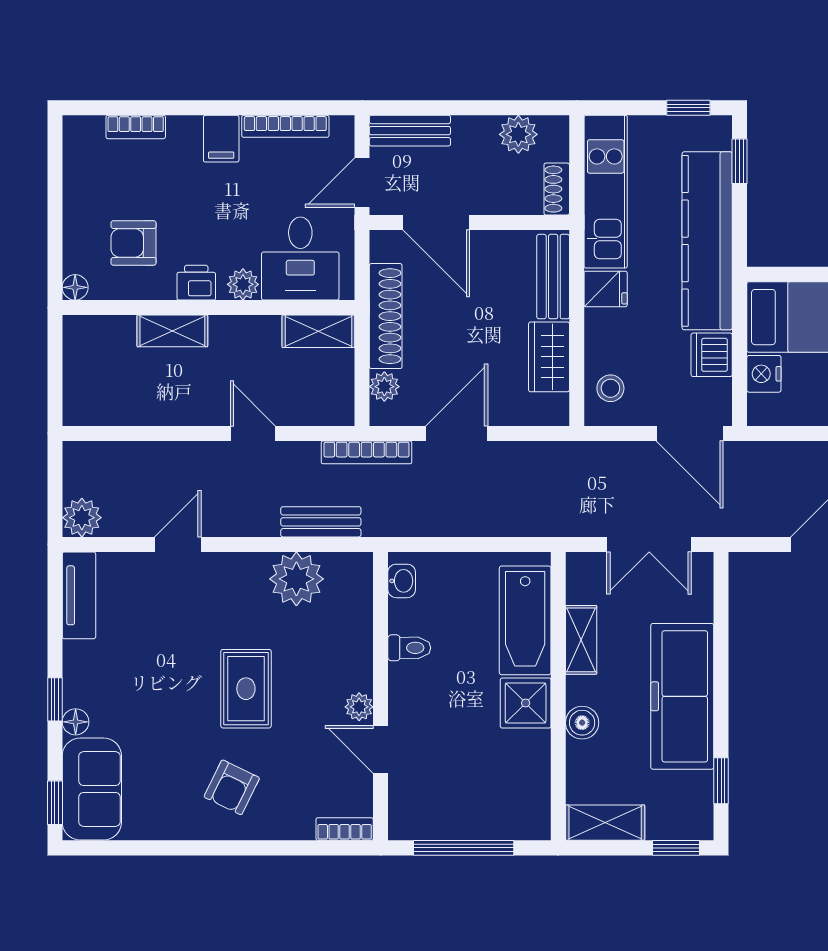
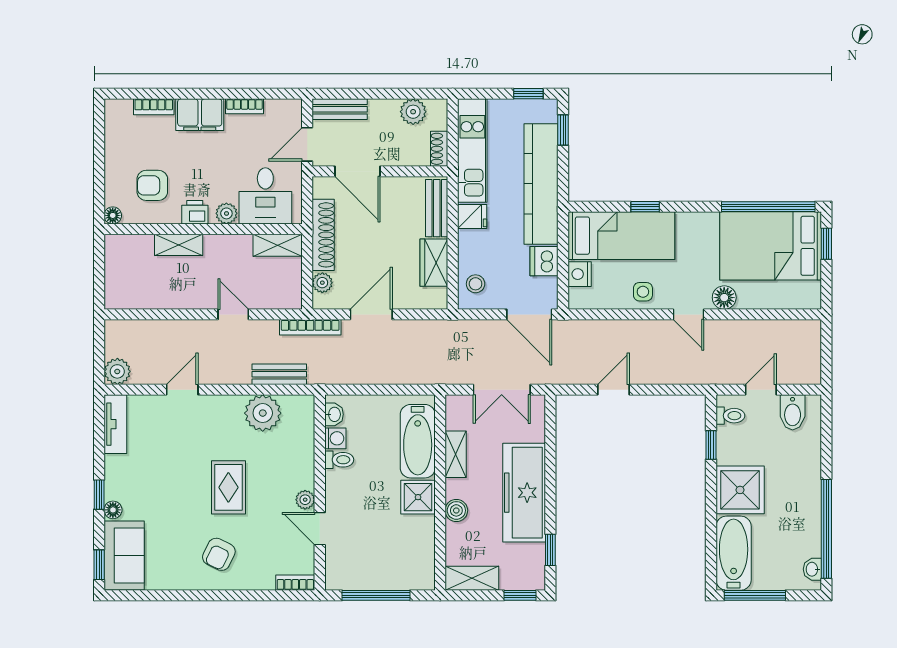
bookcase: (285, 126) -> (245, 106), width x0.64
filing cabinet: (221, 139) -> (200, 115), width x2.00
washing machine: (404, 616) -> (335, 438), added

